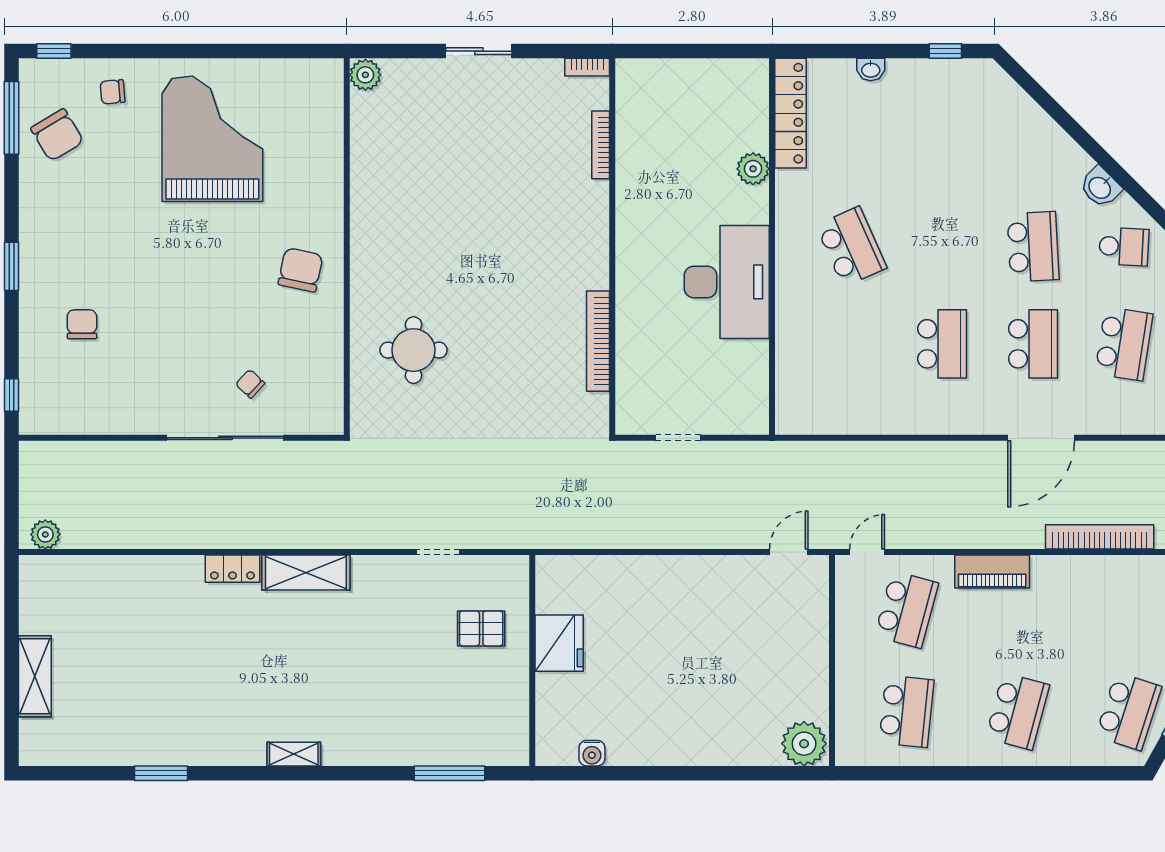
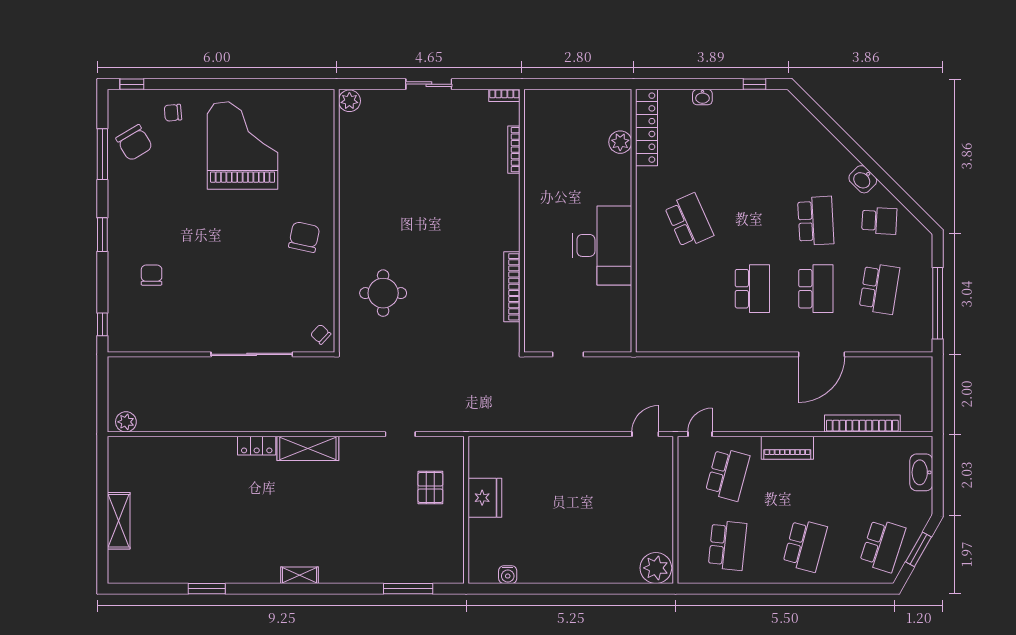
window: (11, 118) -> (102, 154), moved
plant: (753, 169) -> (620, 142), moved
chair: (250, 384) -> (321, 334), moved
pallet: (481, 628) -> (430, 487), turned 90

